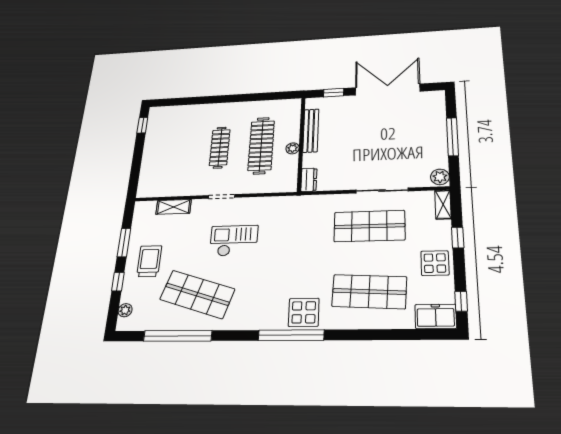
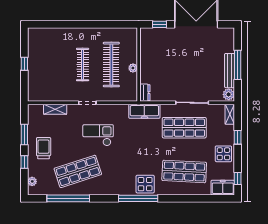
window: (142, 125) -> (24, 64), moved
bench: (311, 131) -> (229, 71), moved
freezer: (307, 205) -> (144, 111), added
shop shelf: (197, 294) -> (78, 171), turned -36

